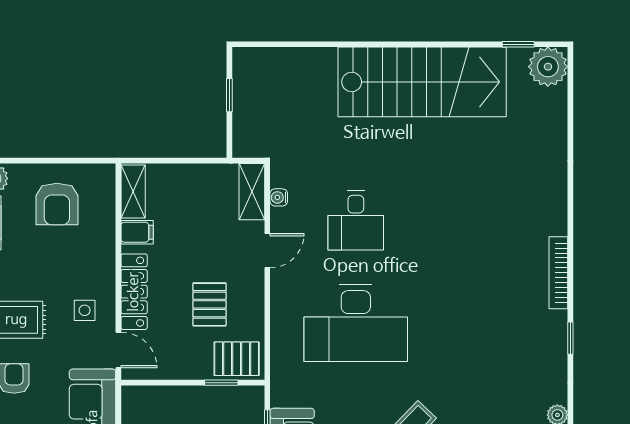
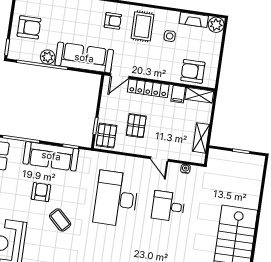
shelving: (252, 192) -> (201, 138), moved, turned 90
armchair: (57, 204) -> (193, 71), moved
pallet: (209, 304) -> (136, 126), turned 90
side table: (85, 310) -> (170, 36), moved

